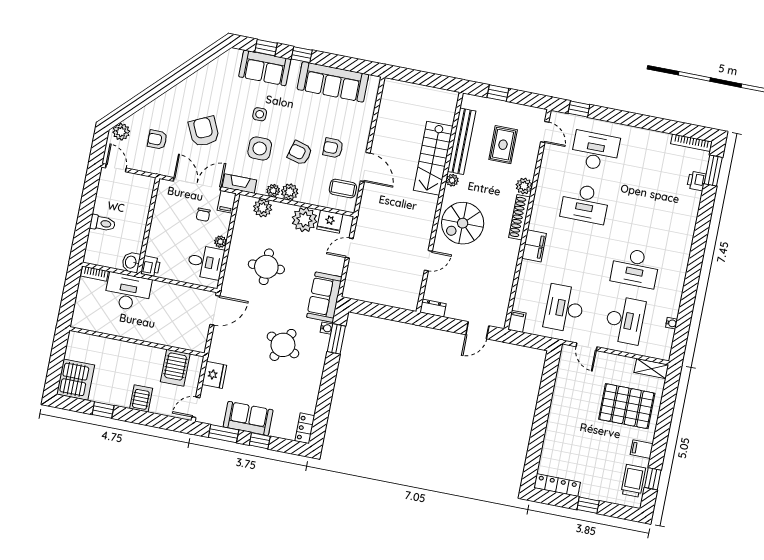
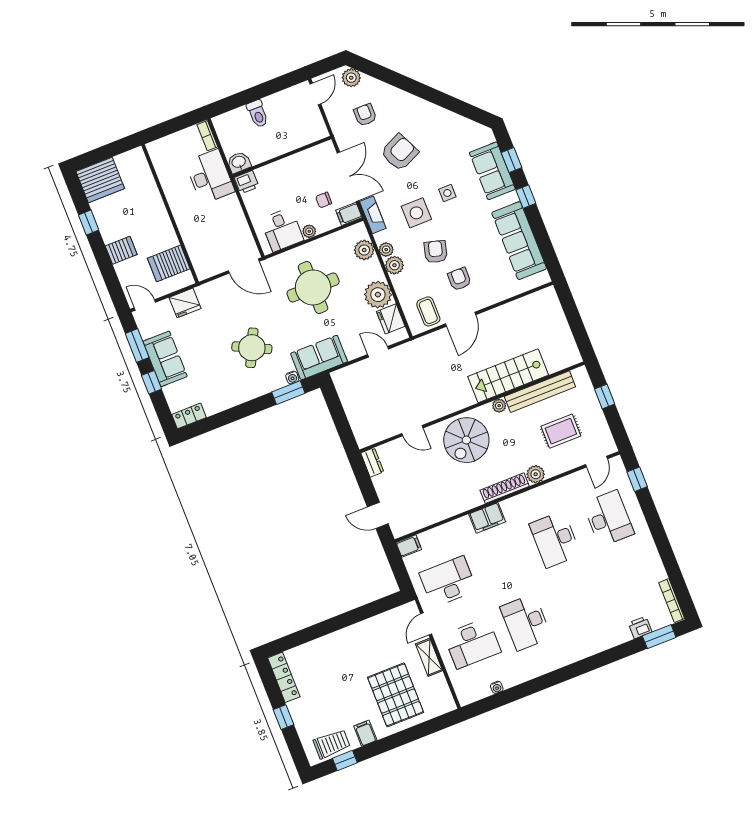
spiral stairs: (463, 223) -> (466, 440), turned -90
round table: (266, 267) -> (313, 287), width x1.36, depth x1.36
shelving: (651, 369) -> (429, 657), moved

